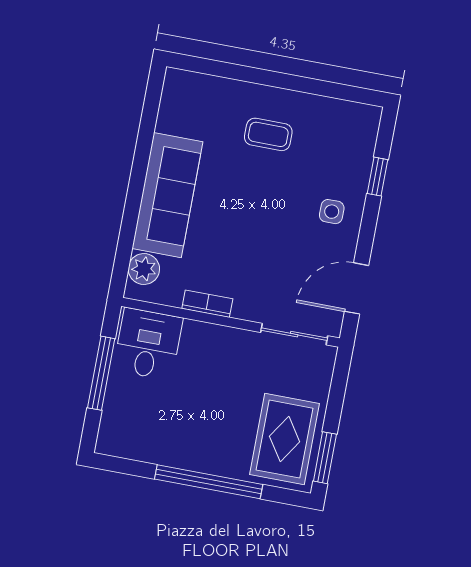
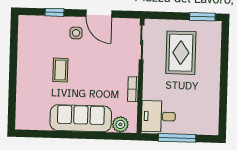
coffee table: (268, 134) -> (60, 70), moved
door: (357, 288) -> (99, 14), moved
rug: (285, 439) -> (181, 53), moved, turned 90
window: (209, 482) -> (224, 74), removed

